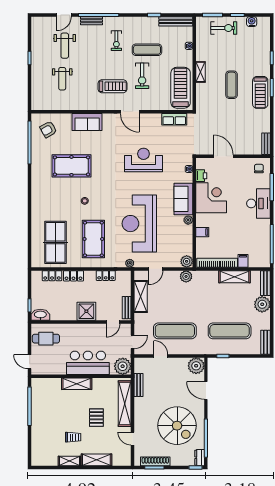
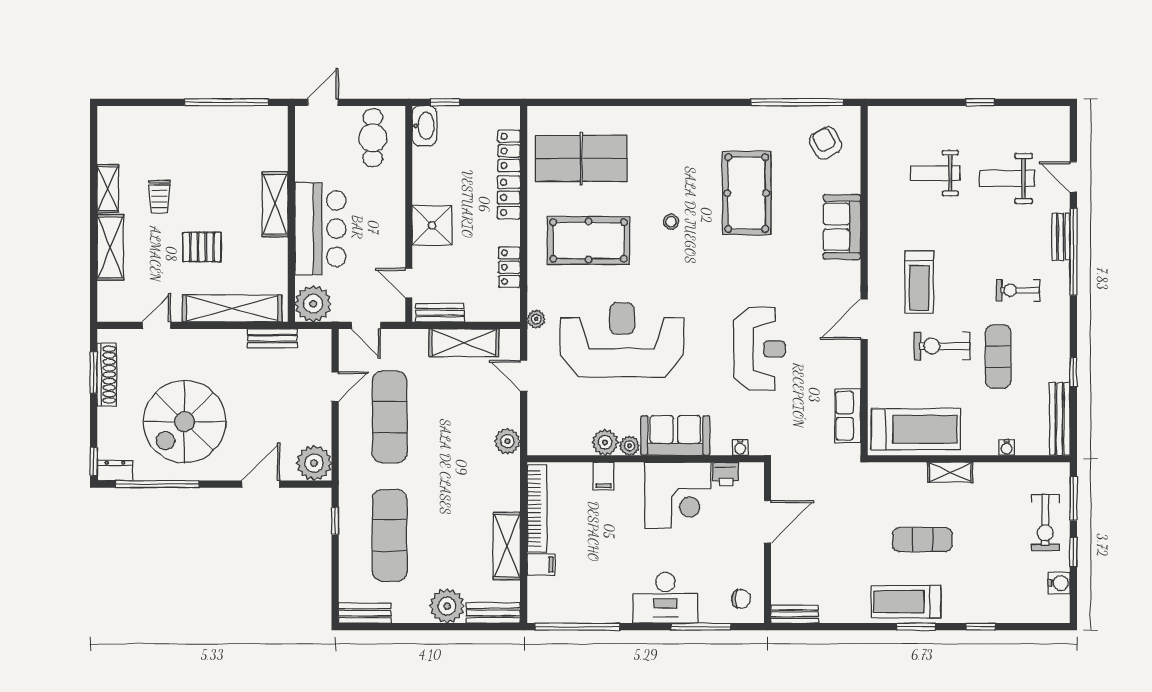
plant: (187, 261) -> (605, 442), moved

